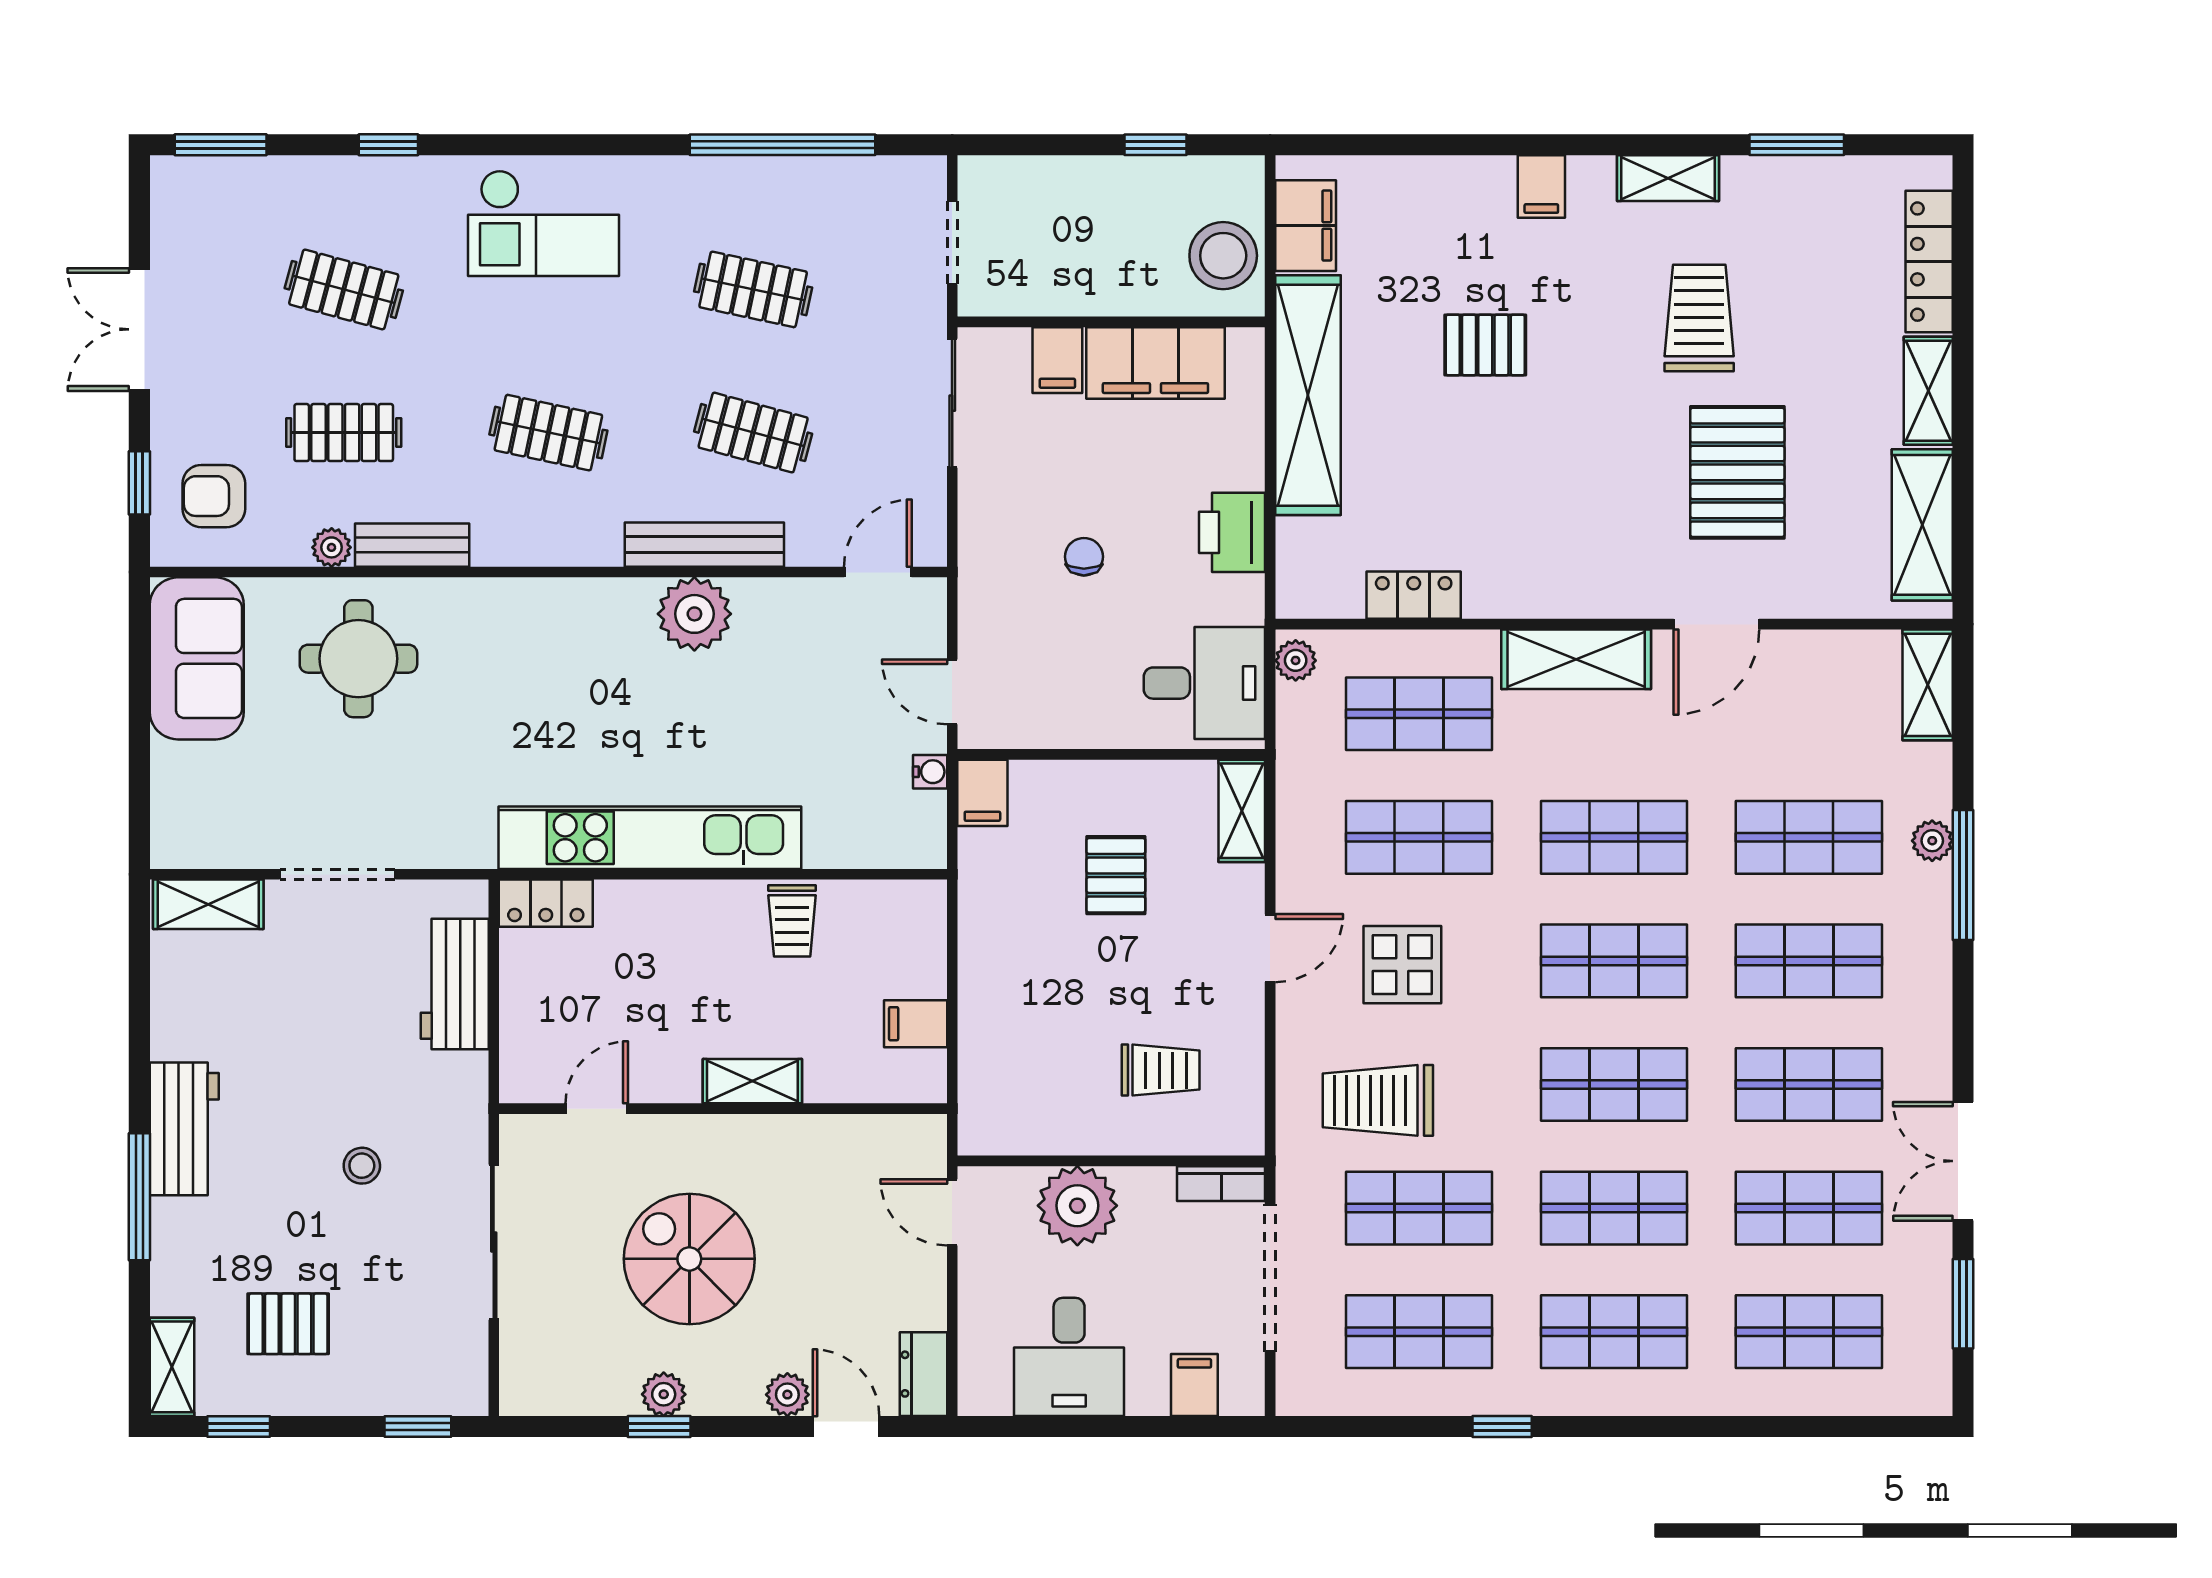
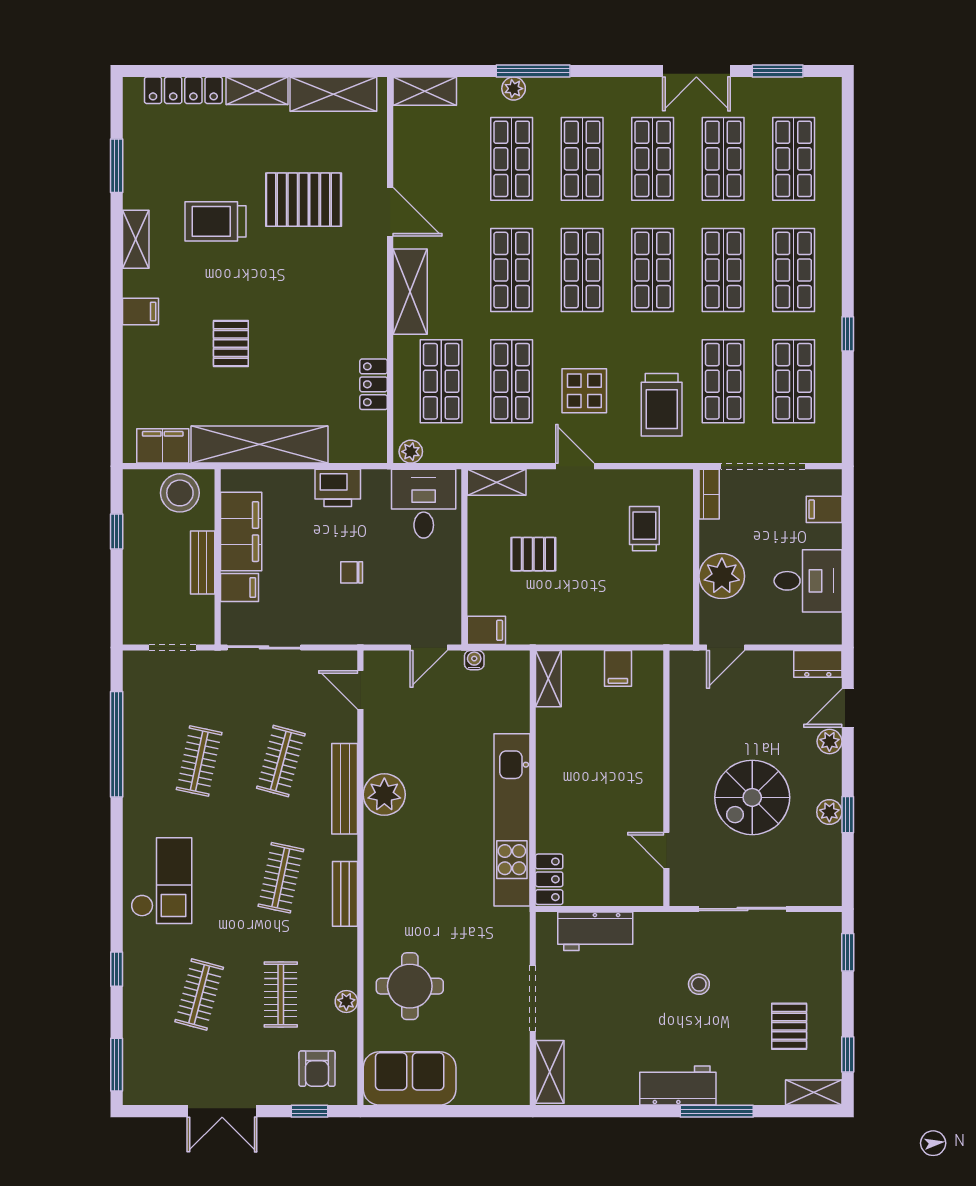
bench: (1101, 296) -> (203, 562), added
bench: (412, 545) -> (345, 894), moved
trolley: (792, 921) -> (559, 739), removed
shelving: (752, 1081) -> (548, 679), moved

